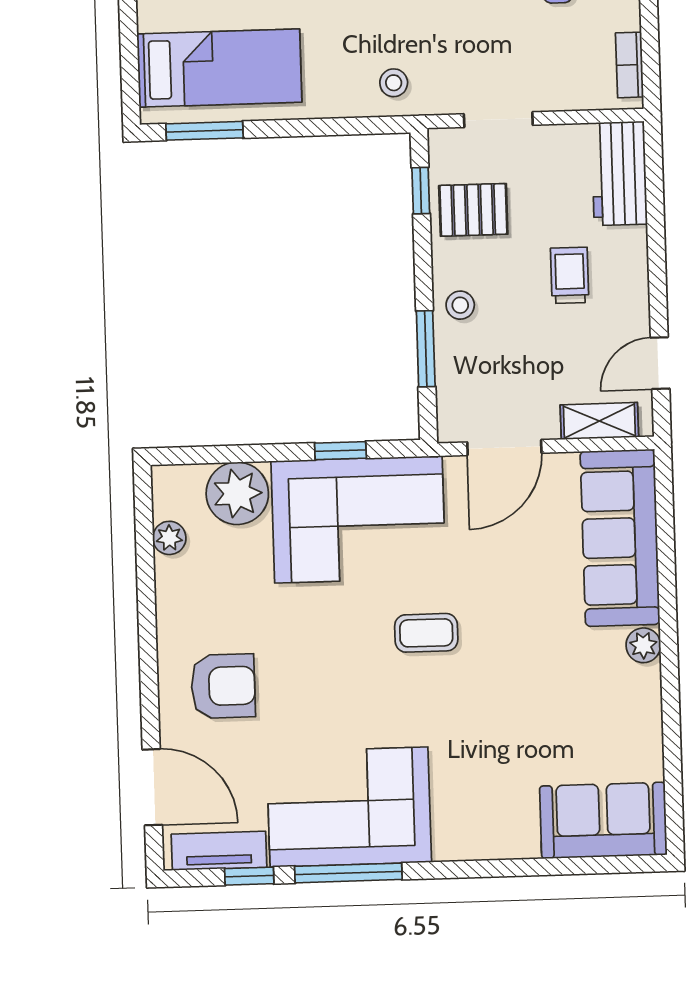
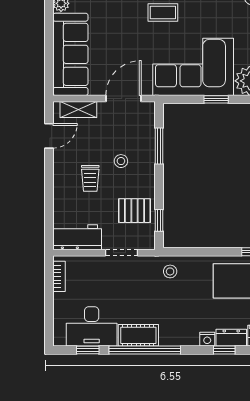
workbench: (619, 173) -> (77, 237), moved, turned -90
stool: (460, 305) -> (121, 161), moved
window: (340, 451) -> (216, 99), moved

